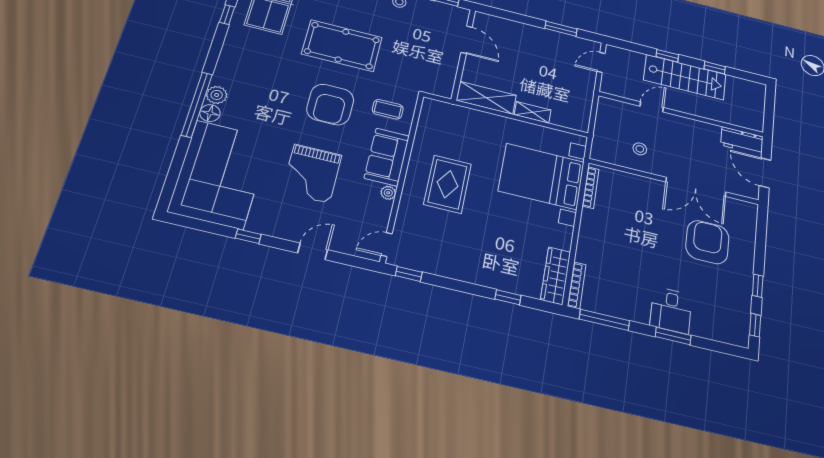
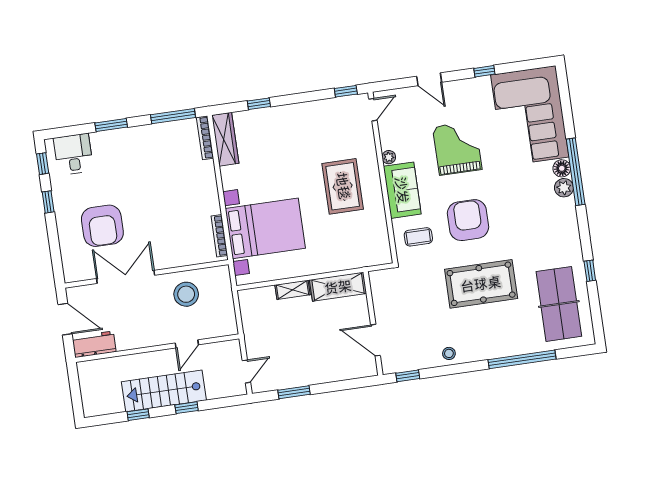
stool: (640, 149) -> (186, 294), width x1.89, depth x1.89
door: (313, 251) -> (429, 79), hinge flipped
desk: (671, 310) -> (73, 154), moved

